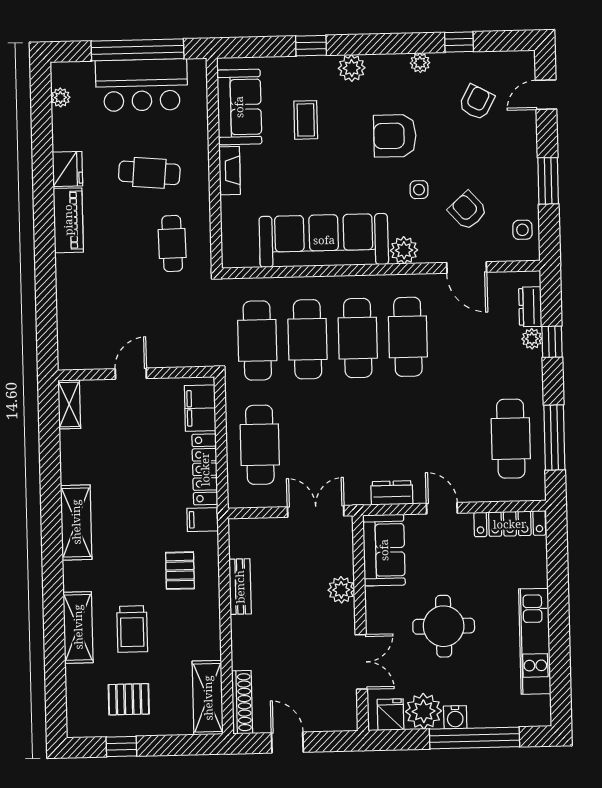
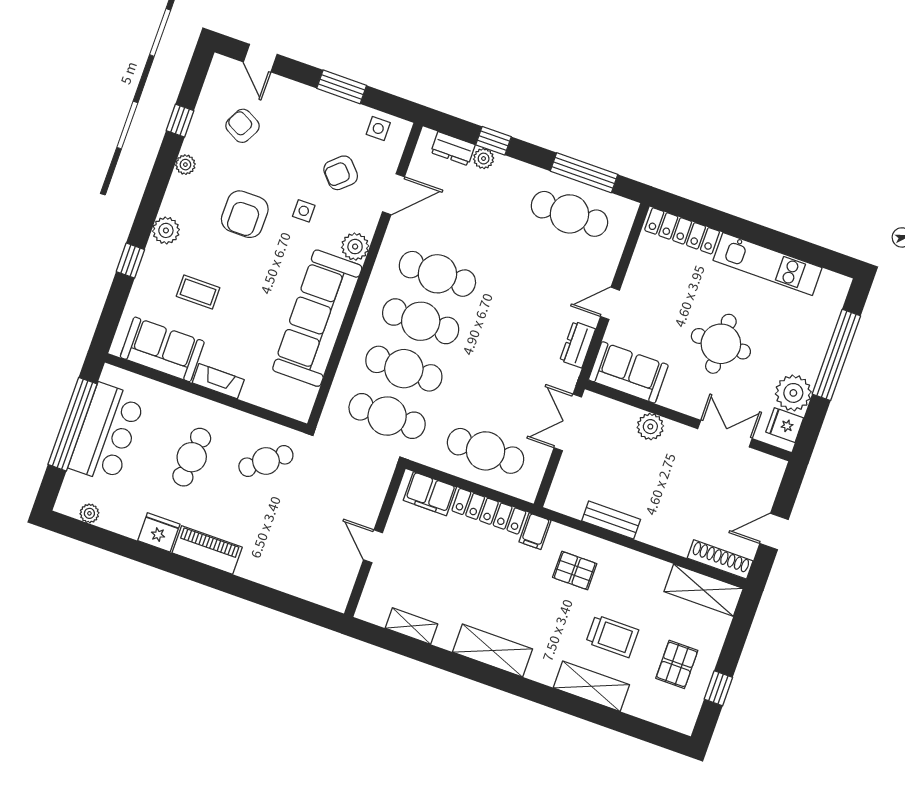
cafe table: (172, 243) -> (266, 461), turned -37
shelving: (69, 405) -> (411, 626), moved
locker: (510, 524) -> (682, 231), moved, turned 90
water cooler: (455, 717) -> (810, 366), removed

